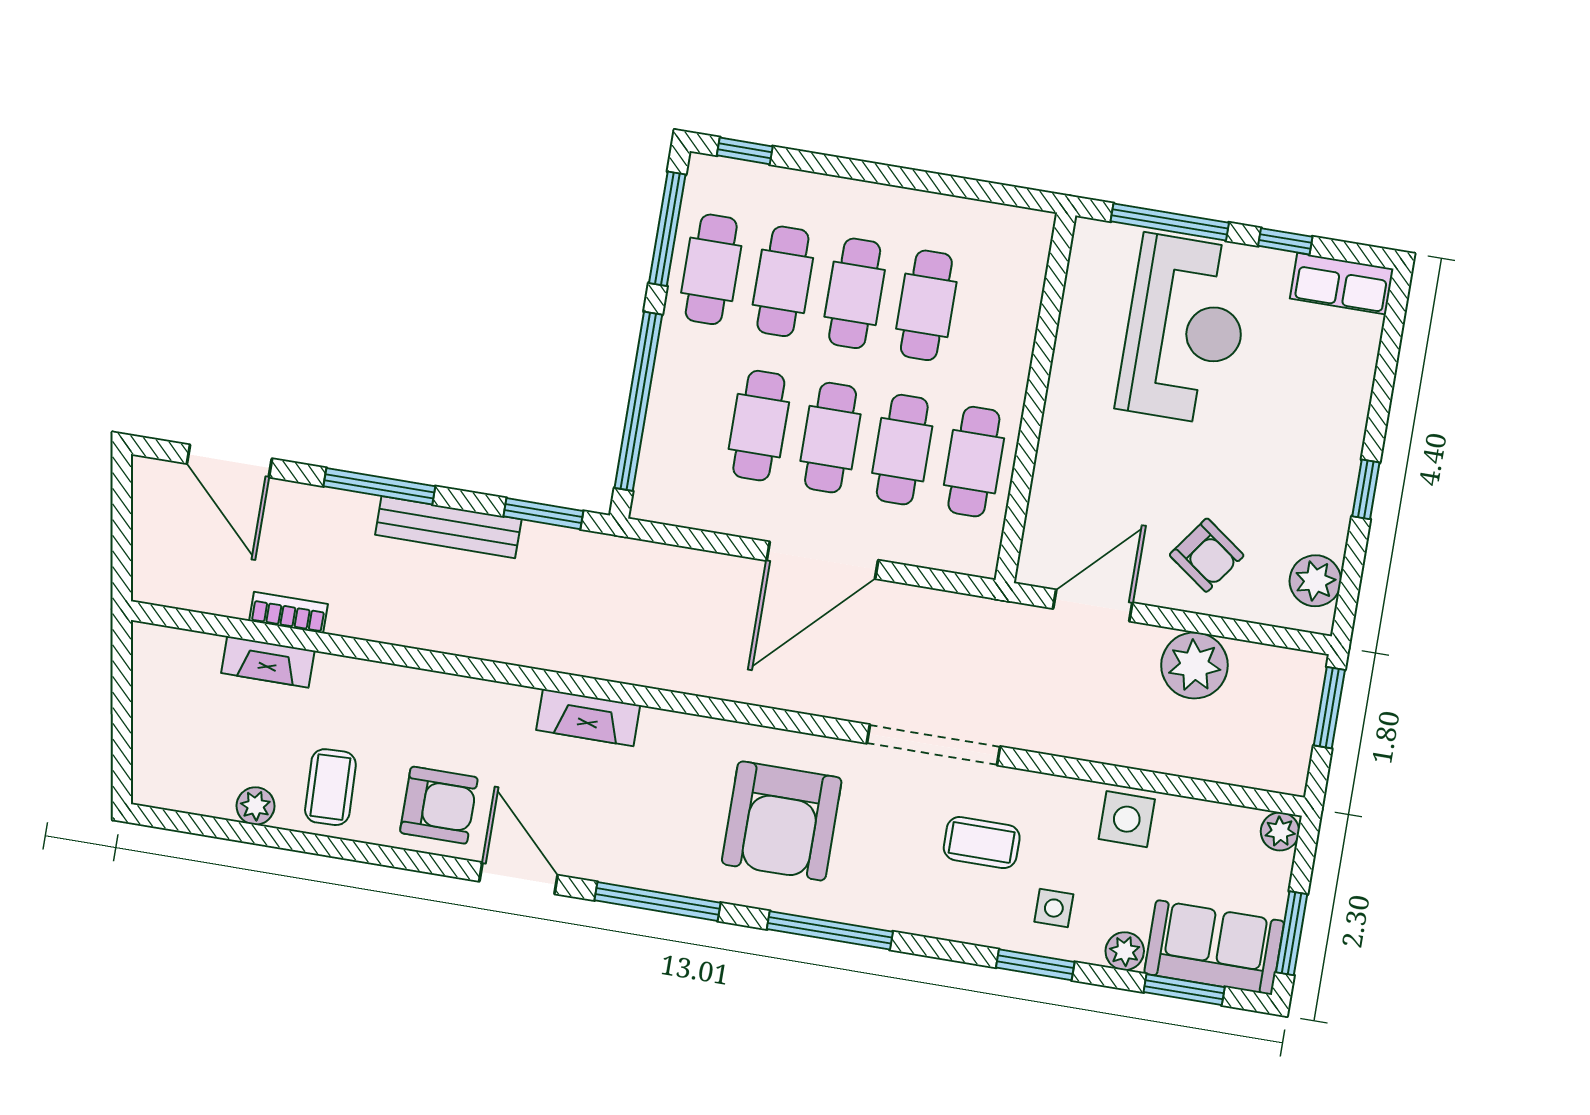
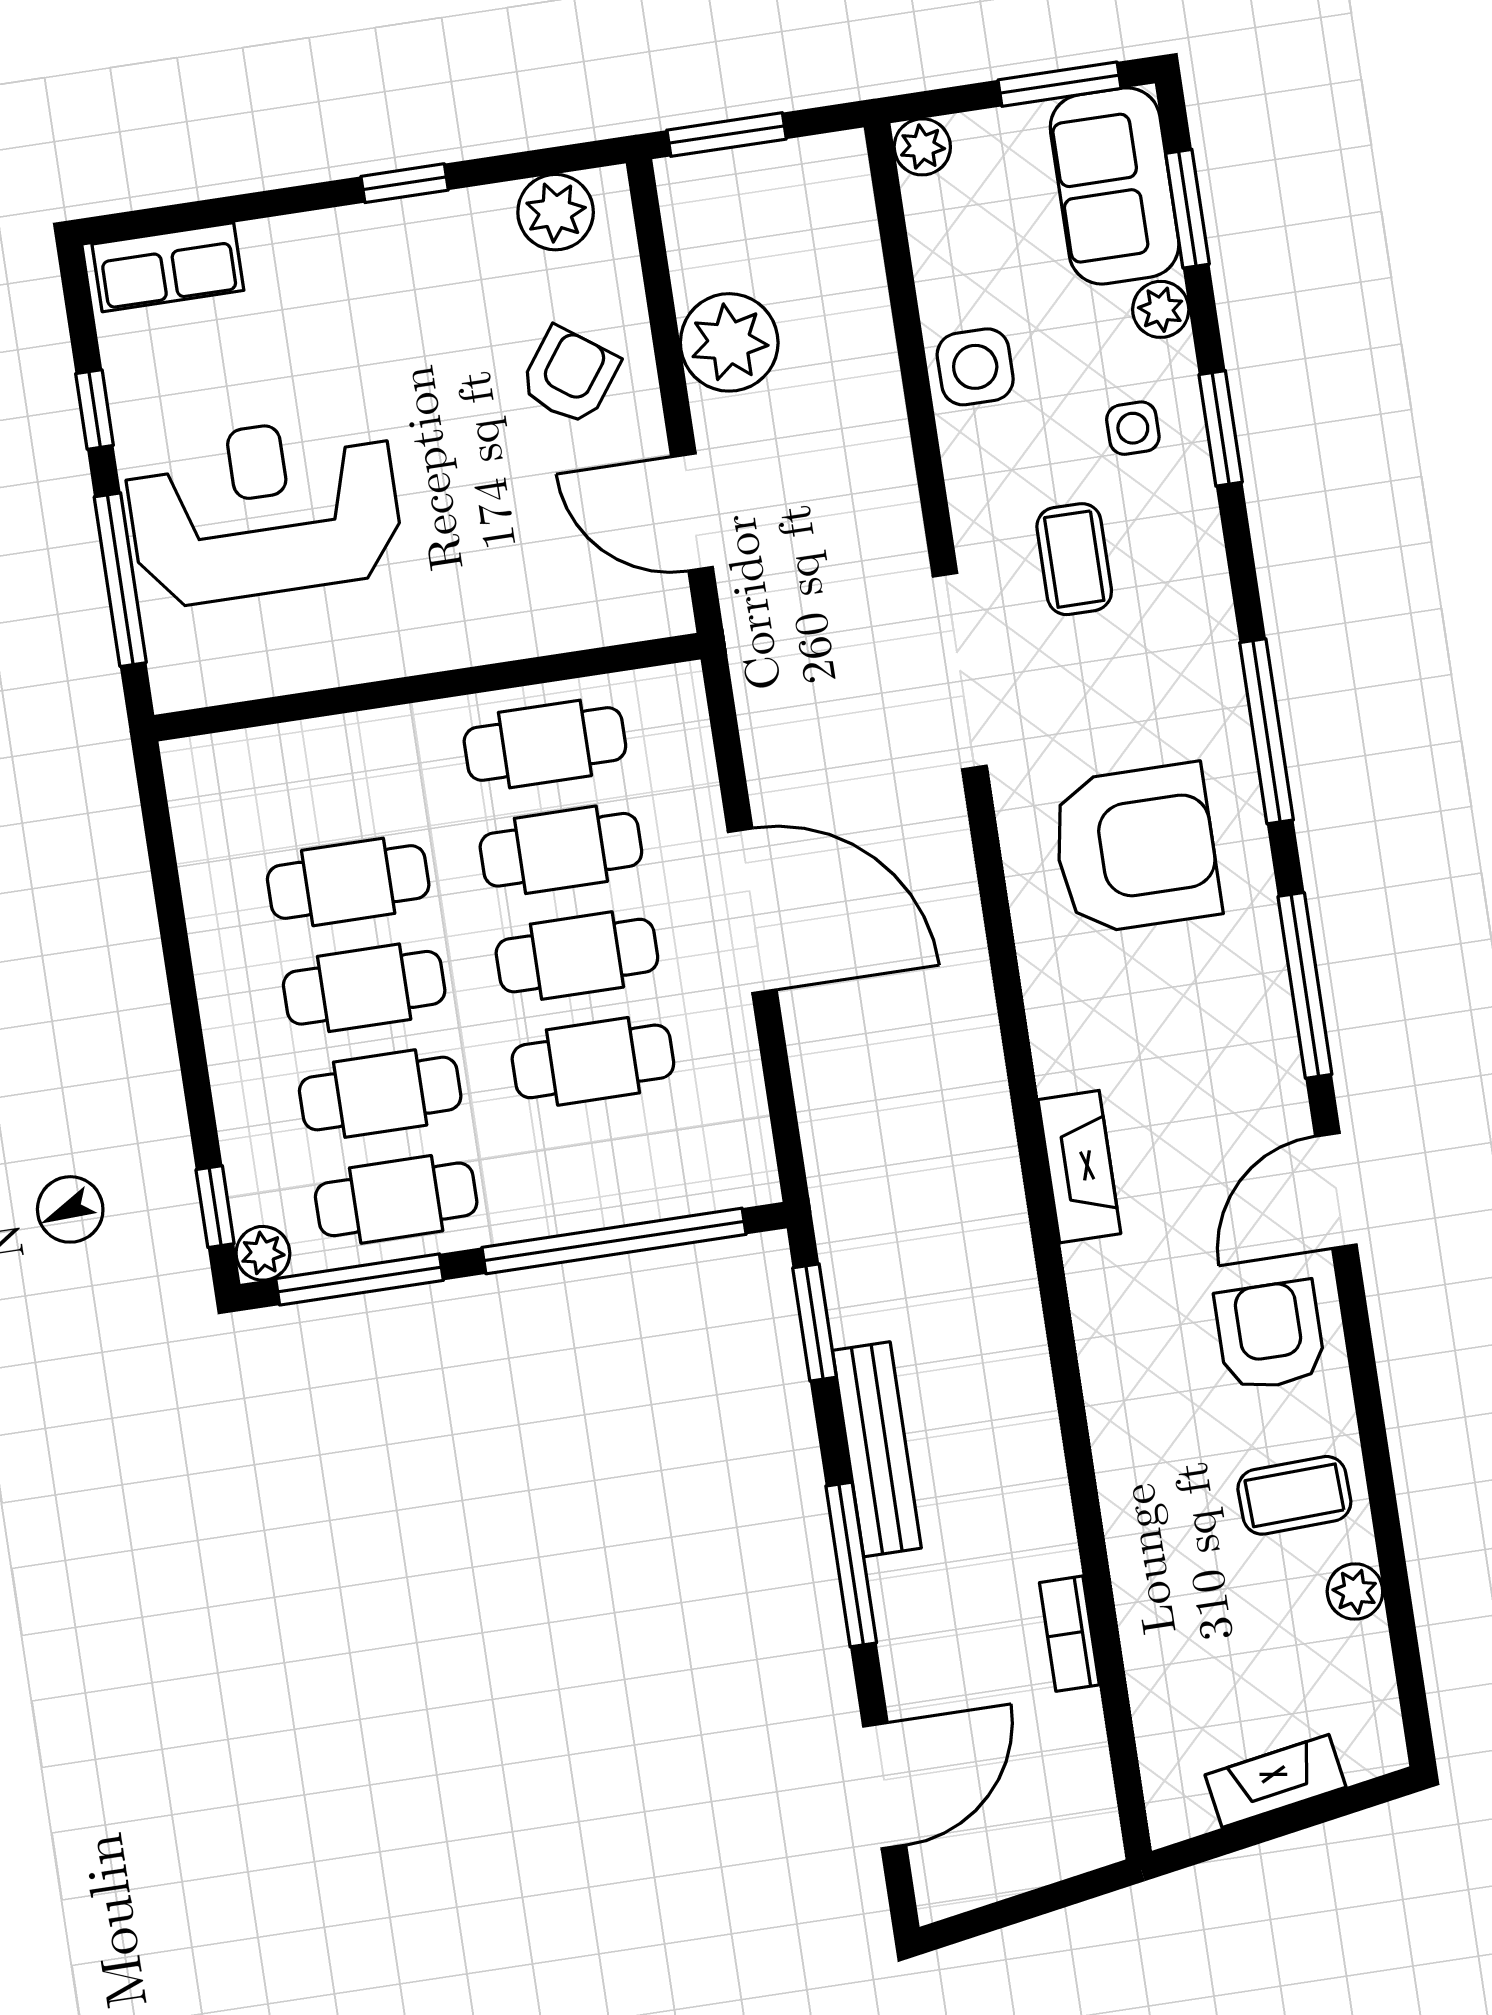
plant: (705, 172) -> (263, 1253), added
row of seats: (1342, 284) -> (168, 267), moved, turned 90
fireplace: (268, 662) -> (1276, 1781), moved, turned -100

